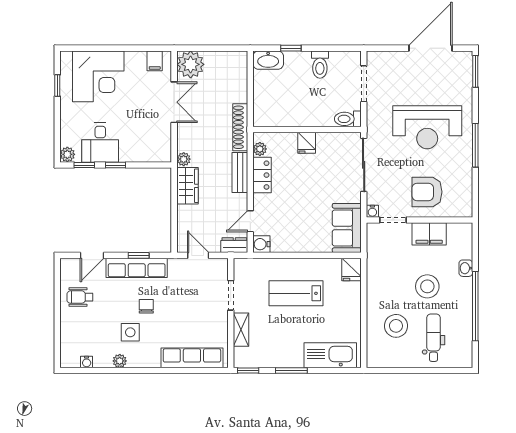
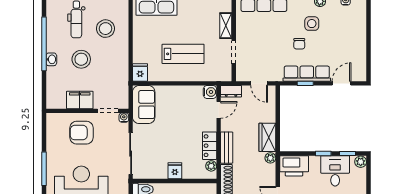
printer: (153, 149) -> (294, 166), added
armchair: (427, 192) -> (82, 133), turned 180
washbasin: (466, 268) -> (51, 59), moved
wheelchair: (80, 297) -> (351, 51), removed

